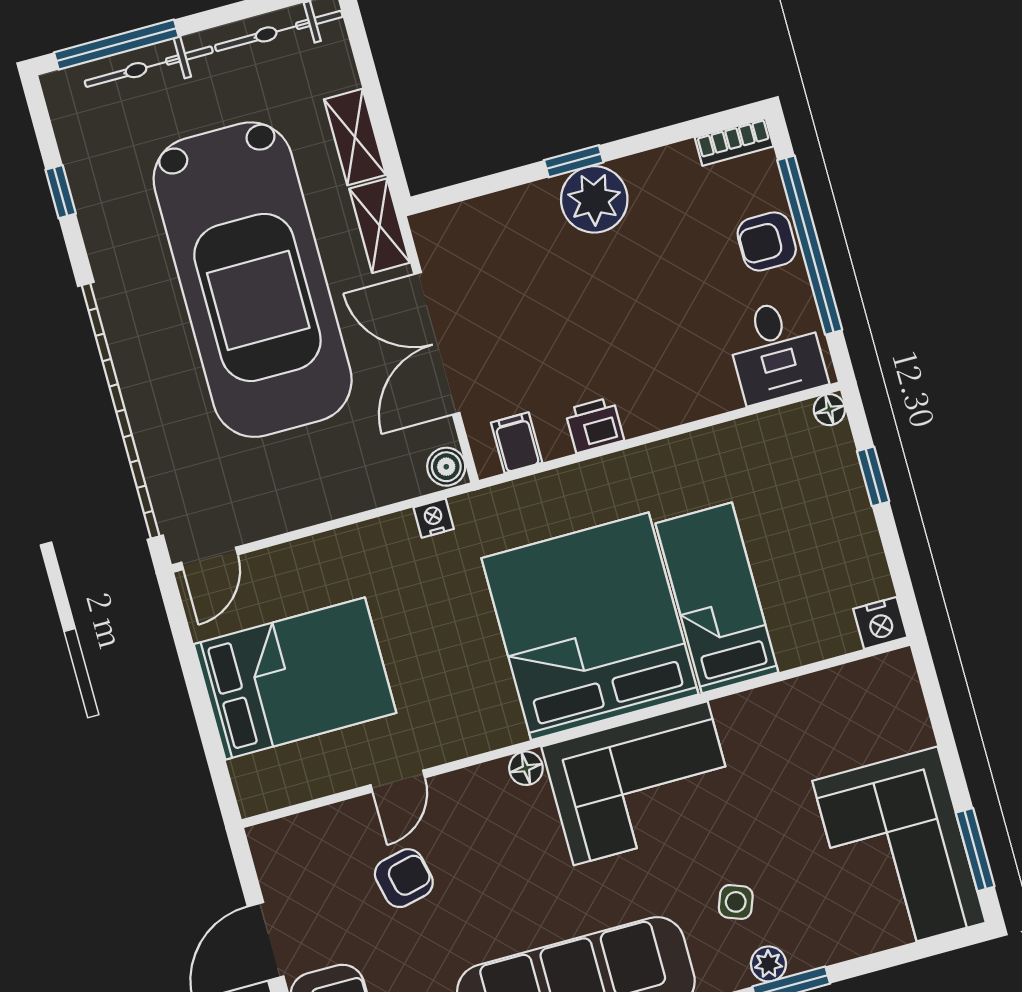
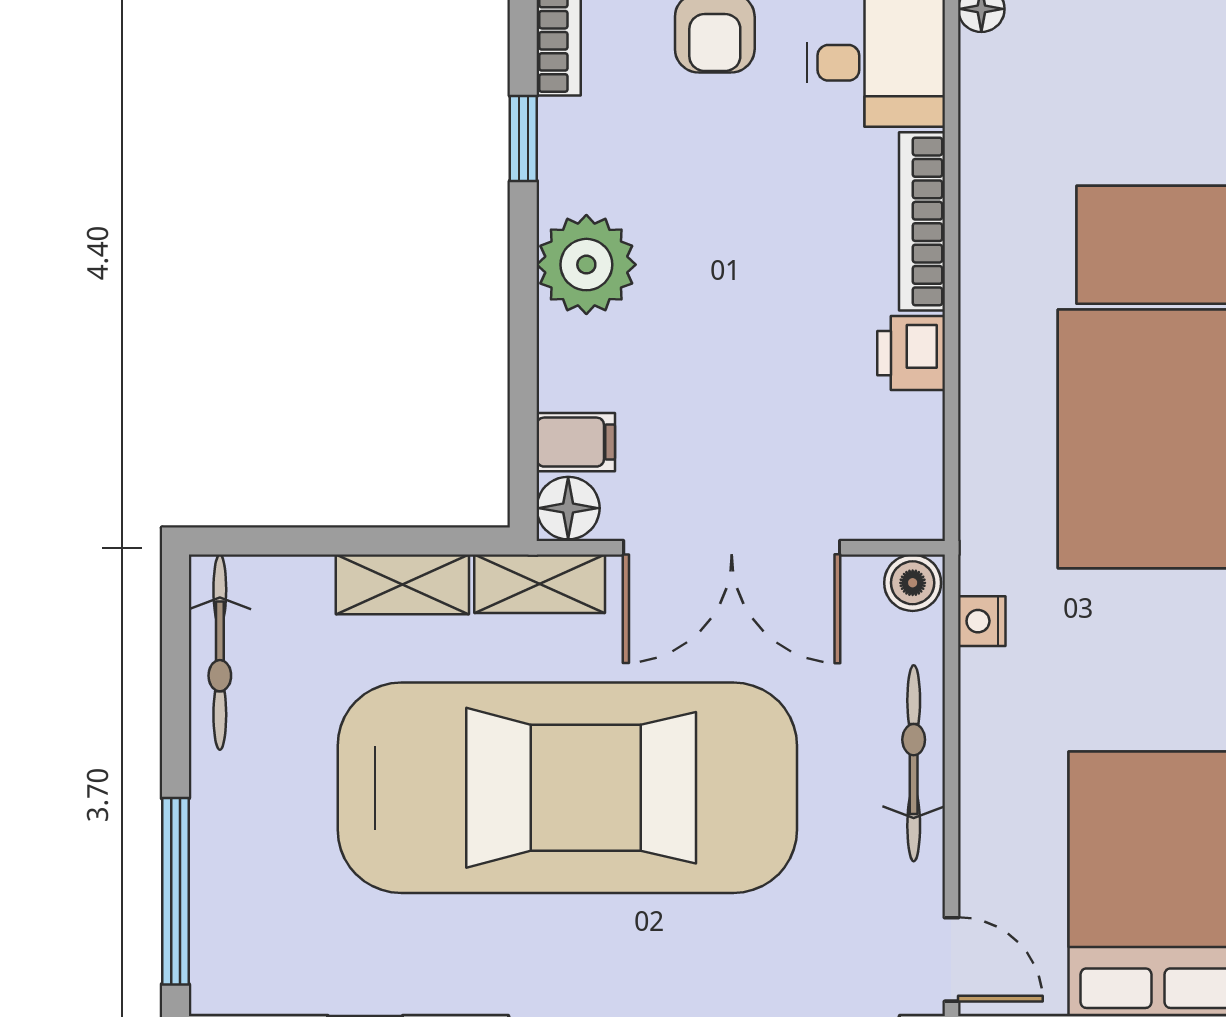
bicycle: (149, 67) -> (914, 763), moved, turned 180
window: (574, 161) -> (523, 138), moved
floor lamp: (434, 231) -> (568, 508), added
bookcase: (682, 409) -> (922, 221), added
filing cabinet: (517, 443) -> (576, 442), moved, turned 180

